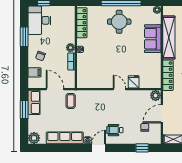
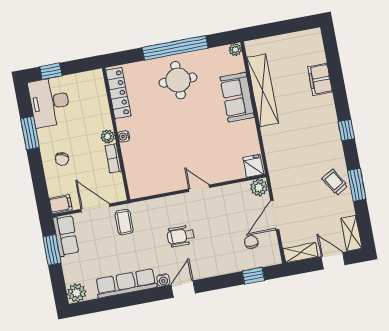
filing cabinet: (35, 72) -> (61, 204), moved
locker: (168, 75) -> (273, 151), removed
fridge: (134, 82) -> (253, 166), moved
wheelchair: (115, 130) -> (181, 236), moved

